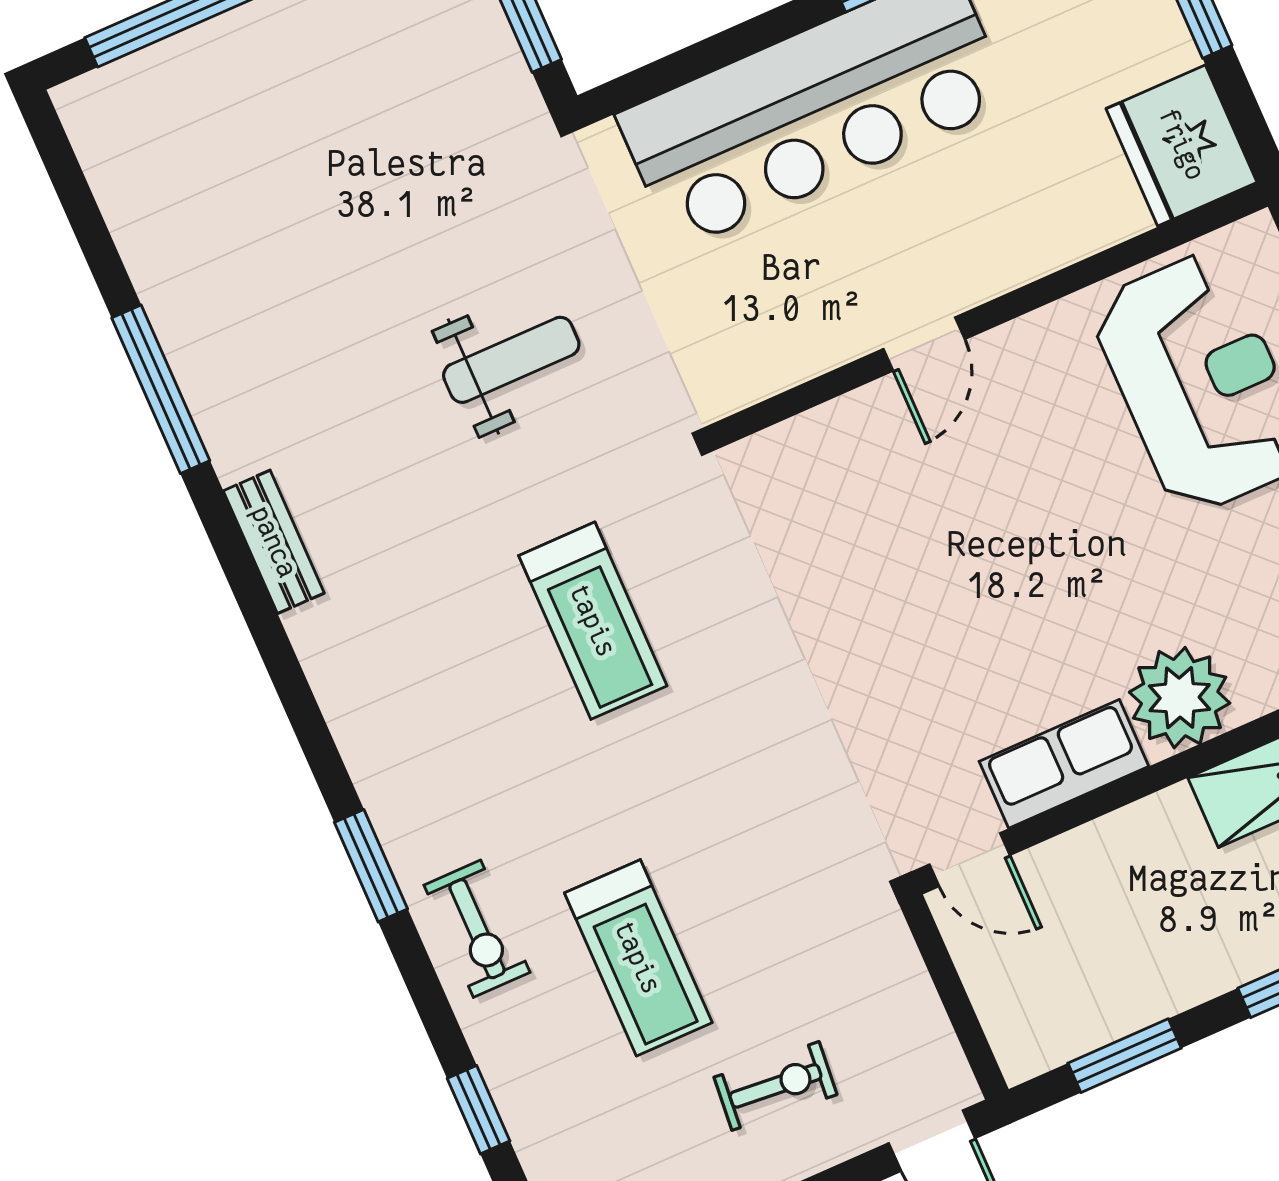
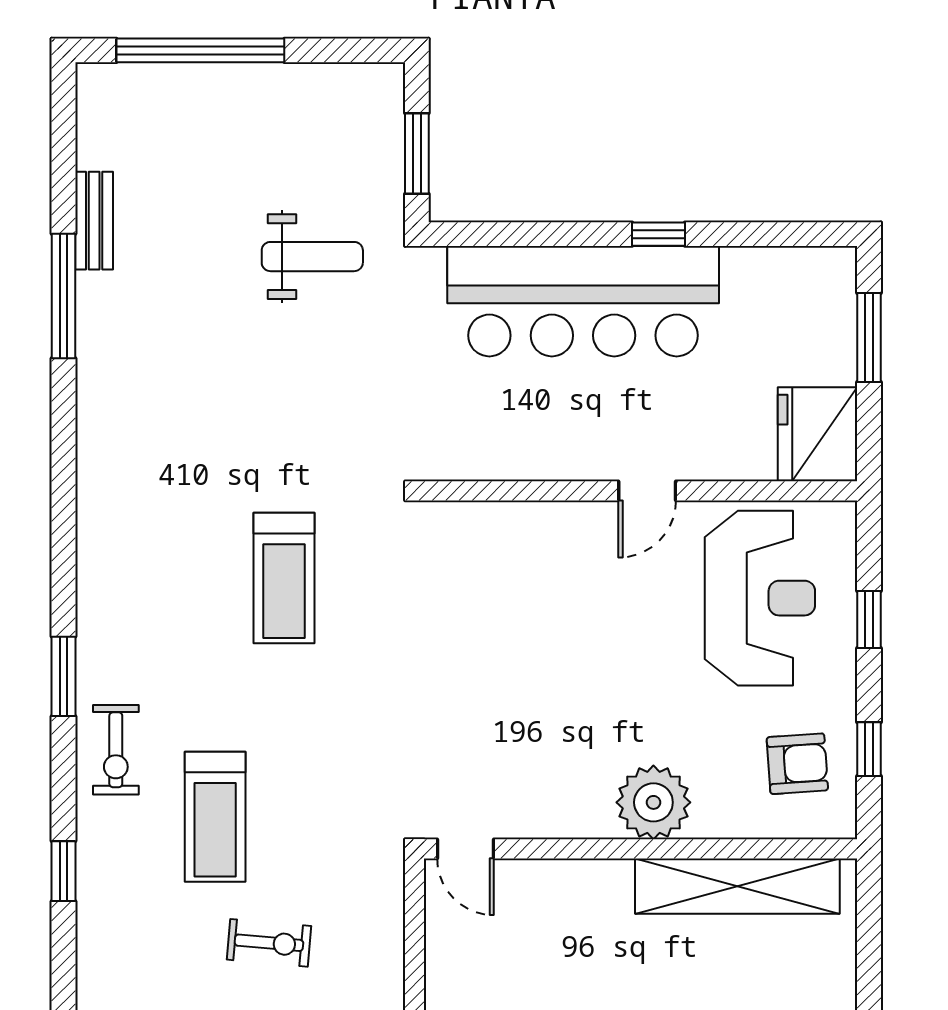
door: (924, 344) -> (647, 491), moved
weight bench: (511, 360) -> (312, 257), moved
bench: (274, 542) -> (94, 221), moved
row of seats: (1064, 764) -> (557, 813), removed

